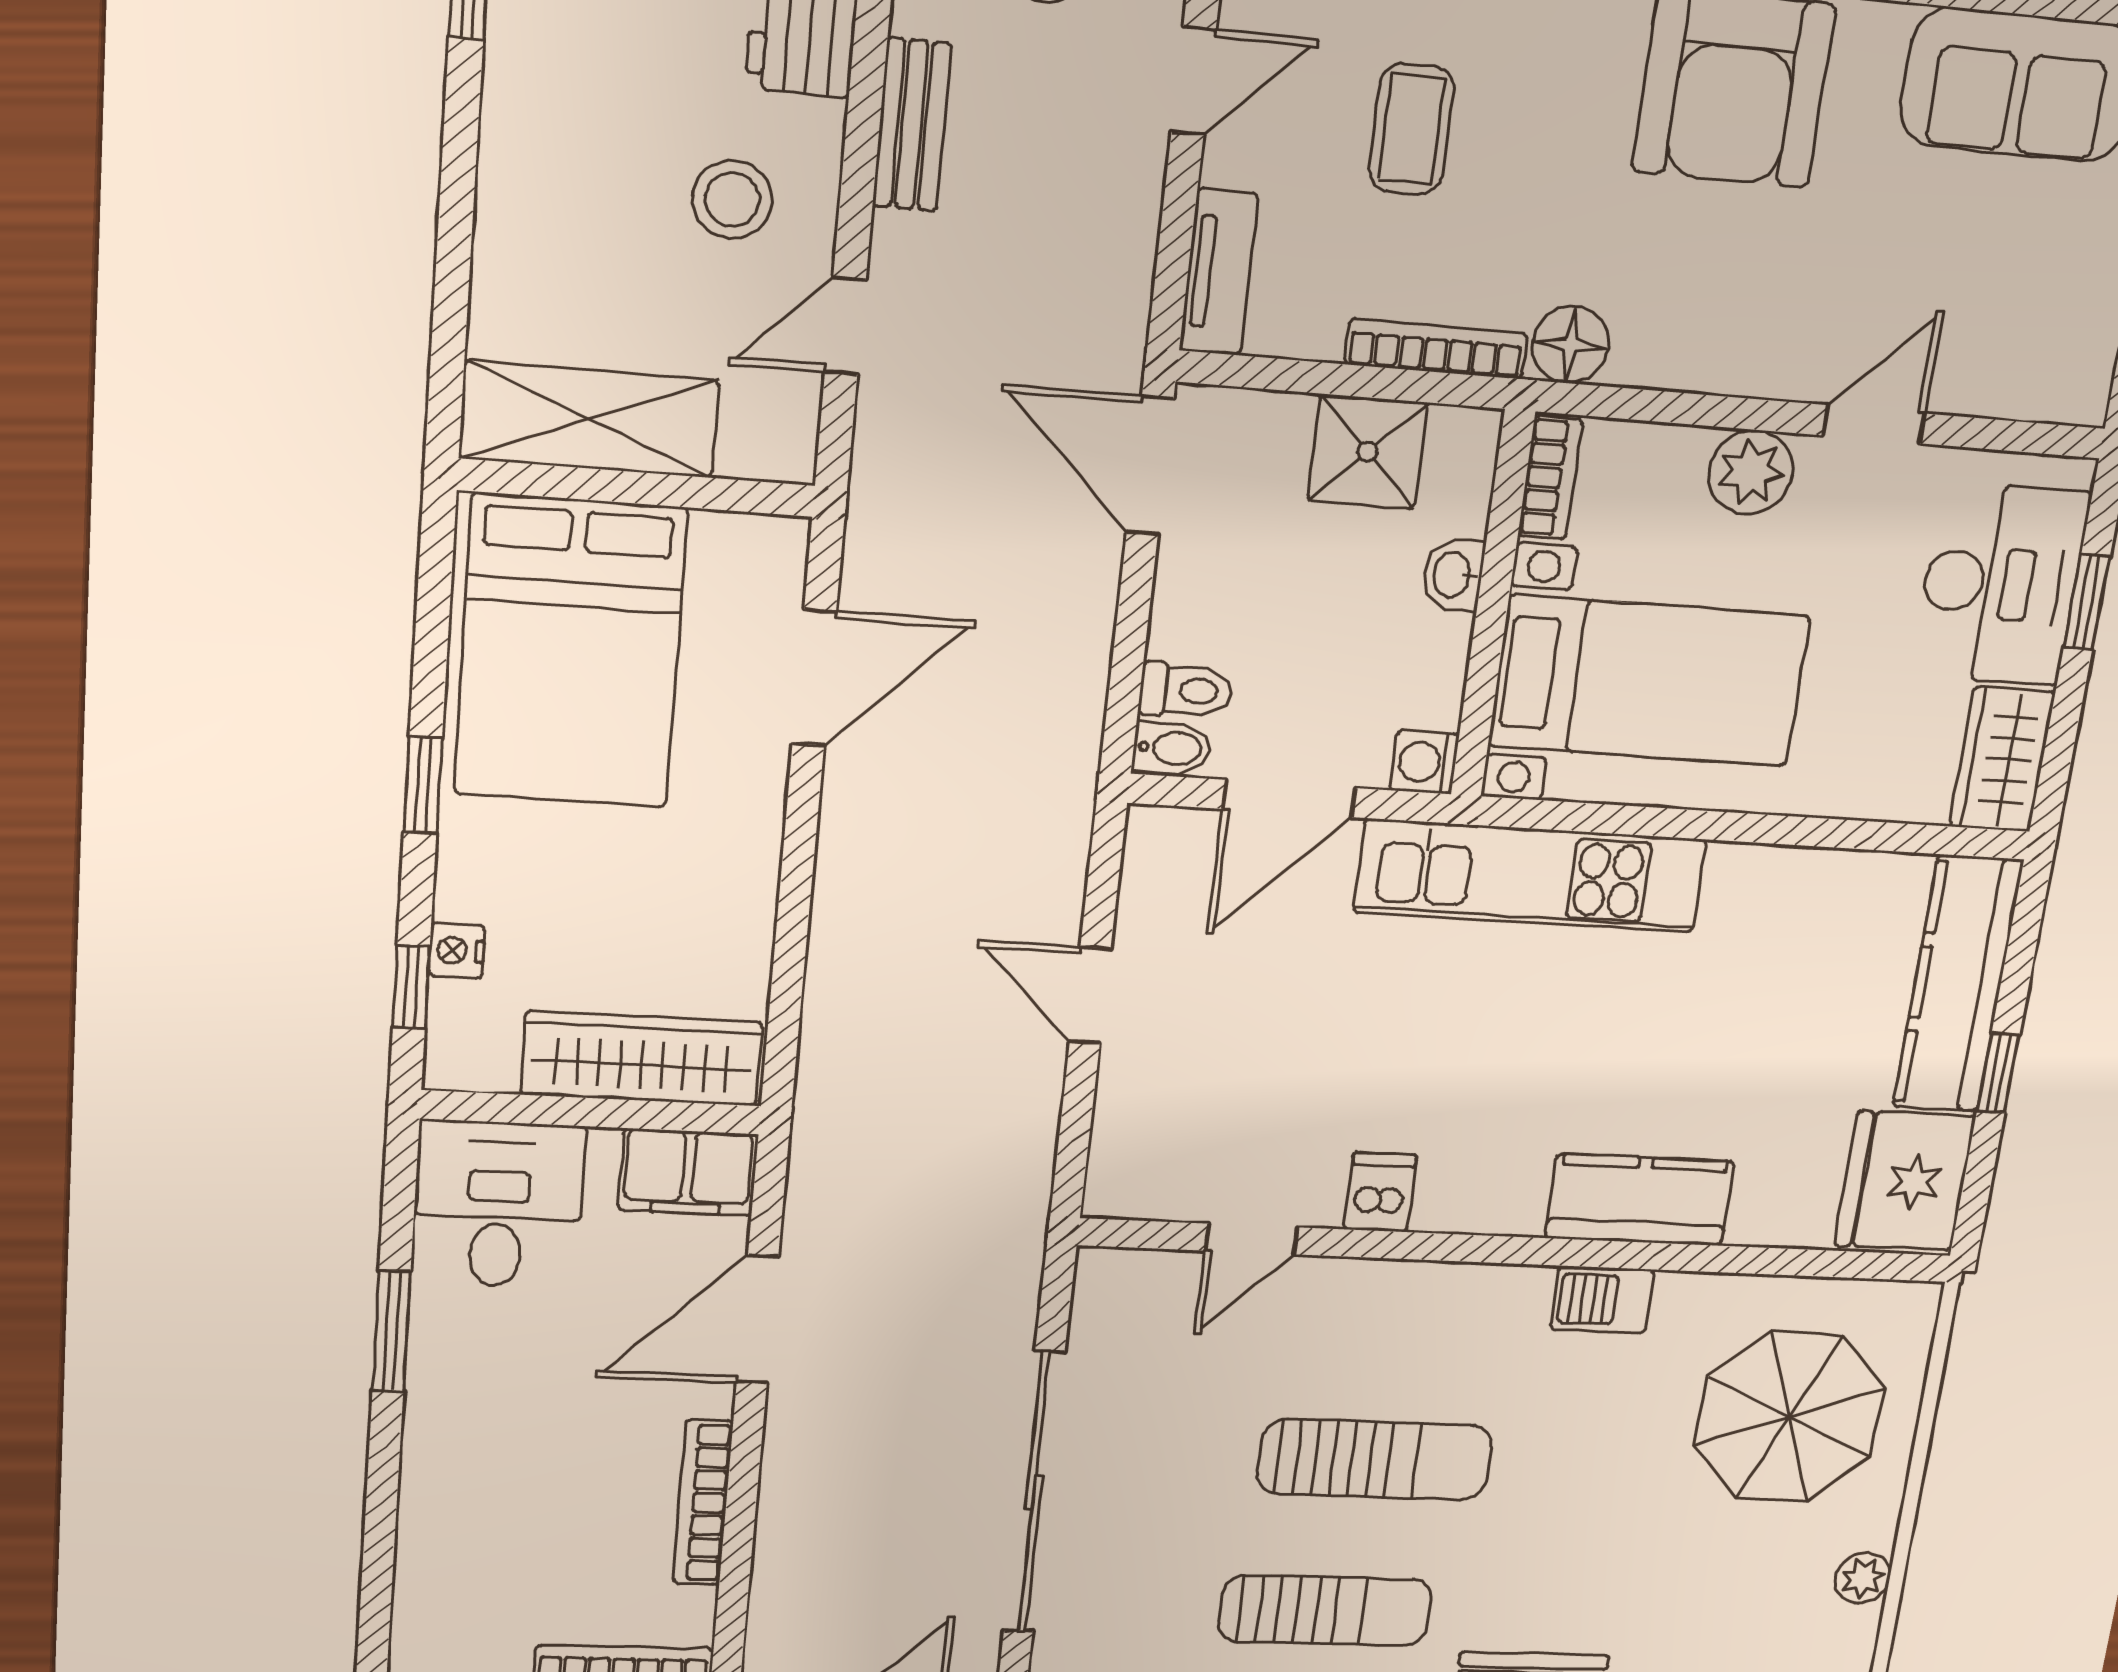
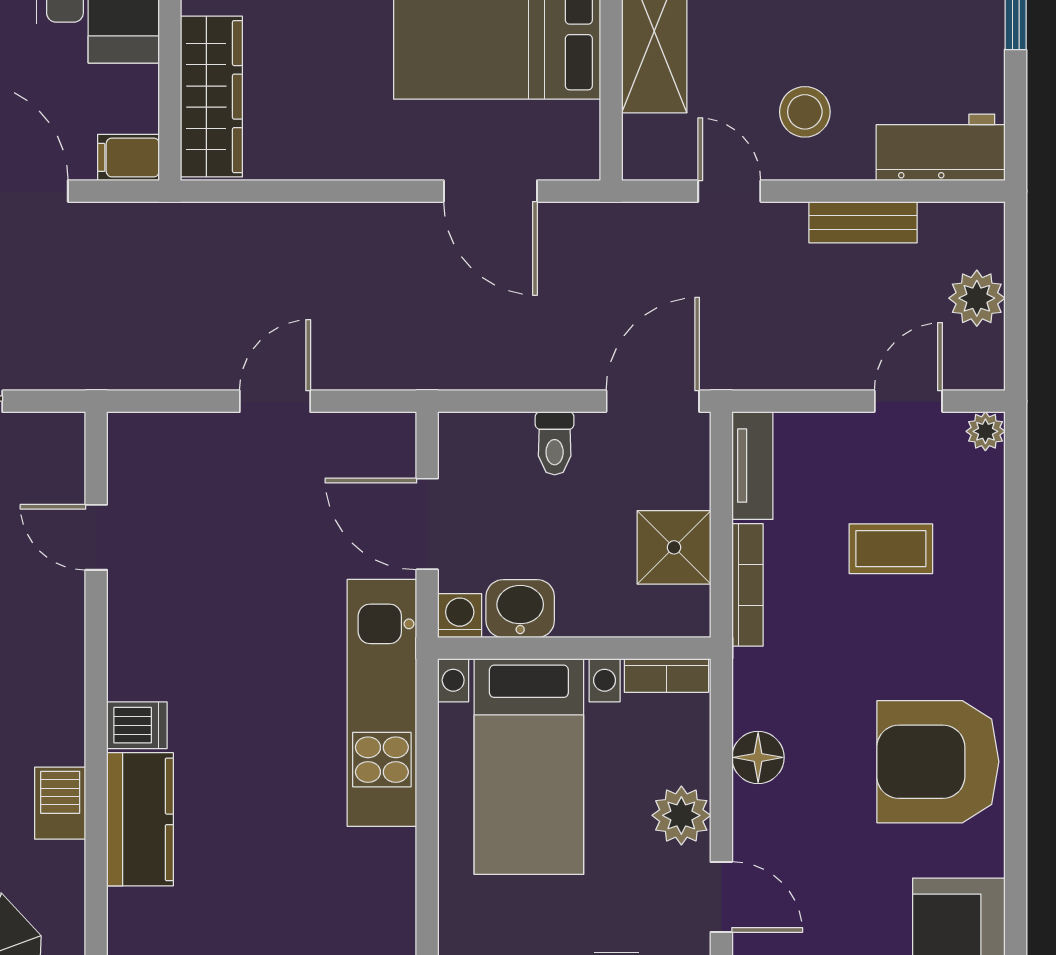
door: (1194, 81) -> (908, 401), swing flipped
tv unit: (1219, 272) -> (752, 466), moved, turned -90
floor lamp: (1571, 345) -> (758, 757), moved
washbasin: (1453, 575) -> (520, 609), moved, width x1.38, depth x1.45
toilet: (1186, 690) -> (555, 443), moved
bidet: (1172, 748) -> (458, 438), removed
filing cabinet: (688, 1172) -> (128, 157), width x0.50
dishwasher: (1380, 1192) -> (137, 725), moved

